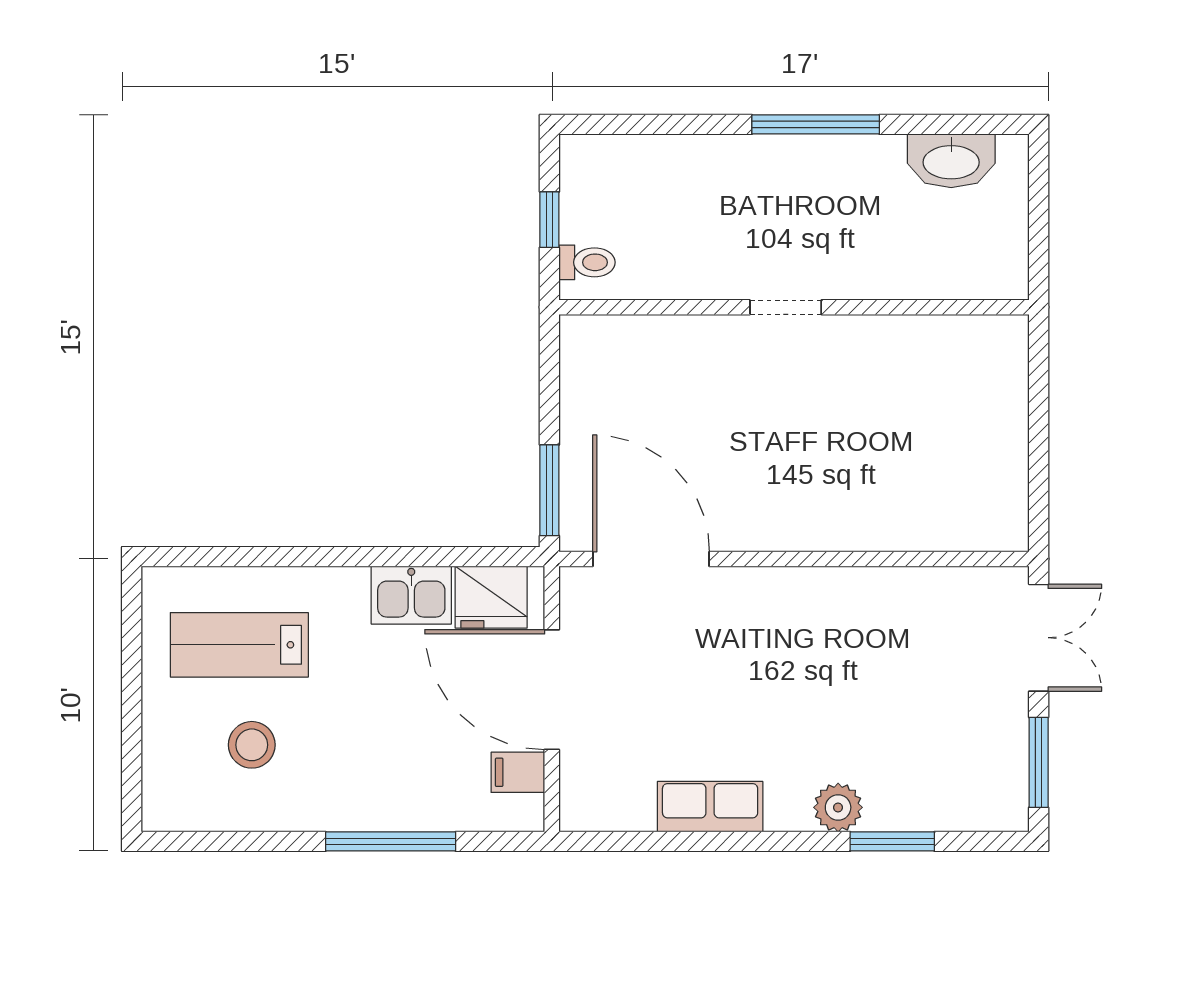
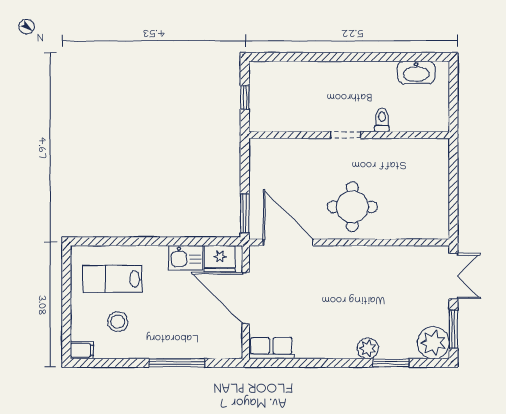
window: (816, 124) -> (358, 57), removed
toilet: (587, 262) -> (382, 120), moved, turned -90
round table: (802, 476) -> (352, 207), added
filing cabinet: (518, 772) -> (82, 350), moved, turned 180
plant: (992, 794) -> (433, 343), added
row of seats: (710, 807) -> (271, 348), moved

